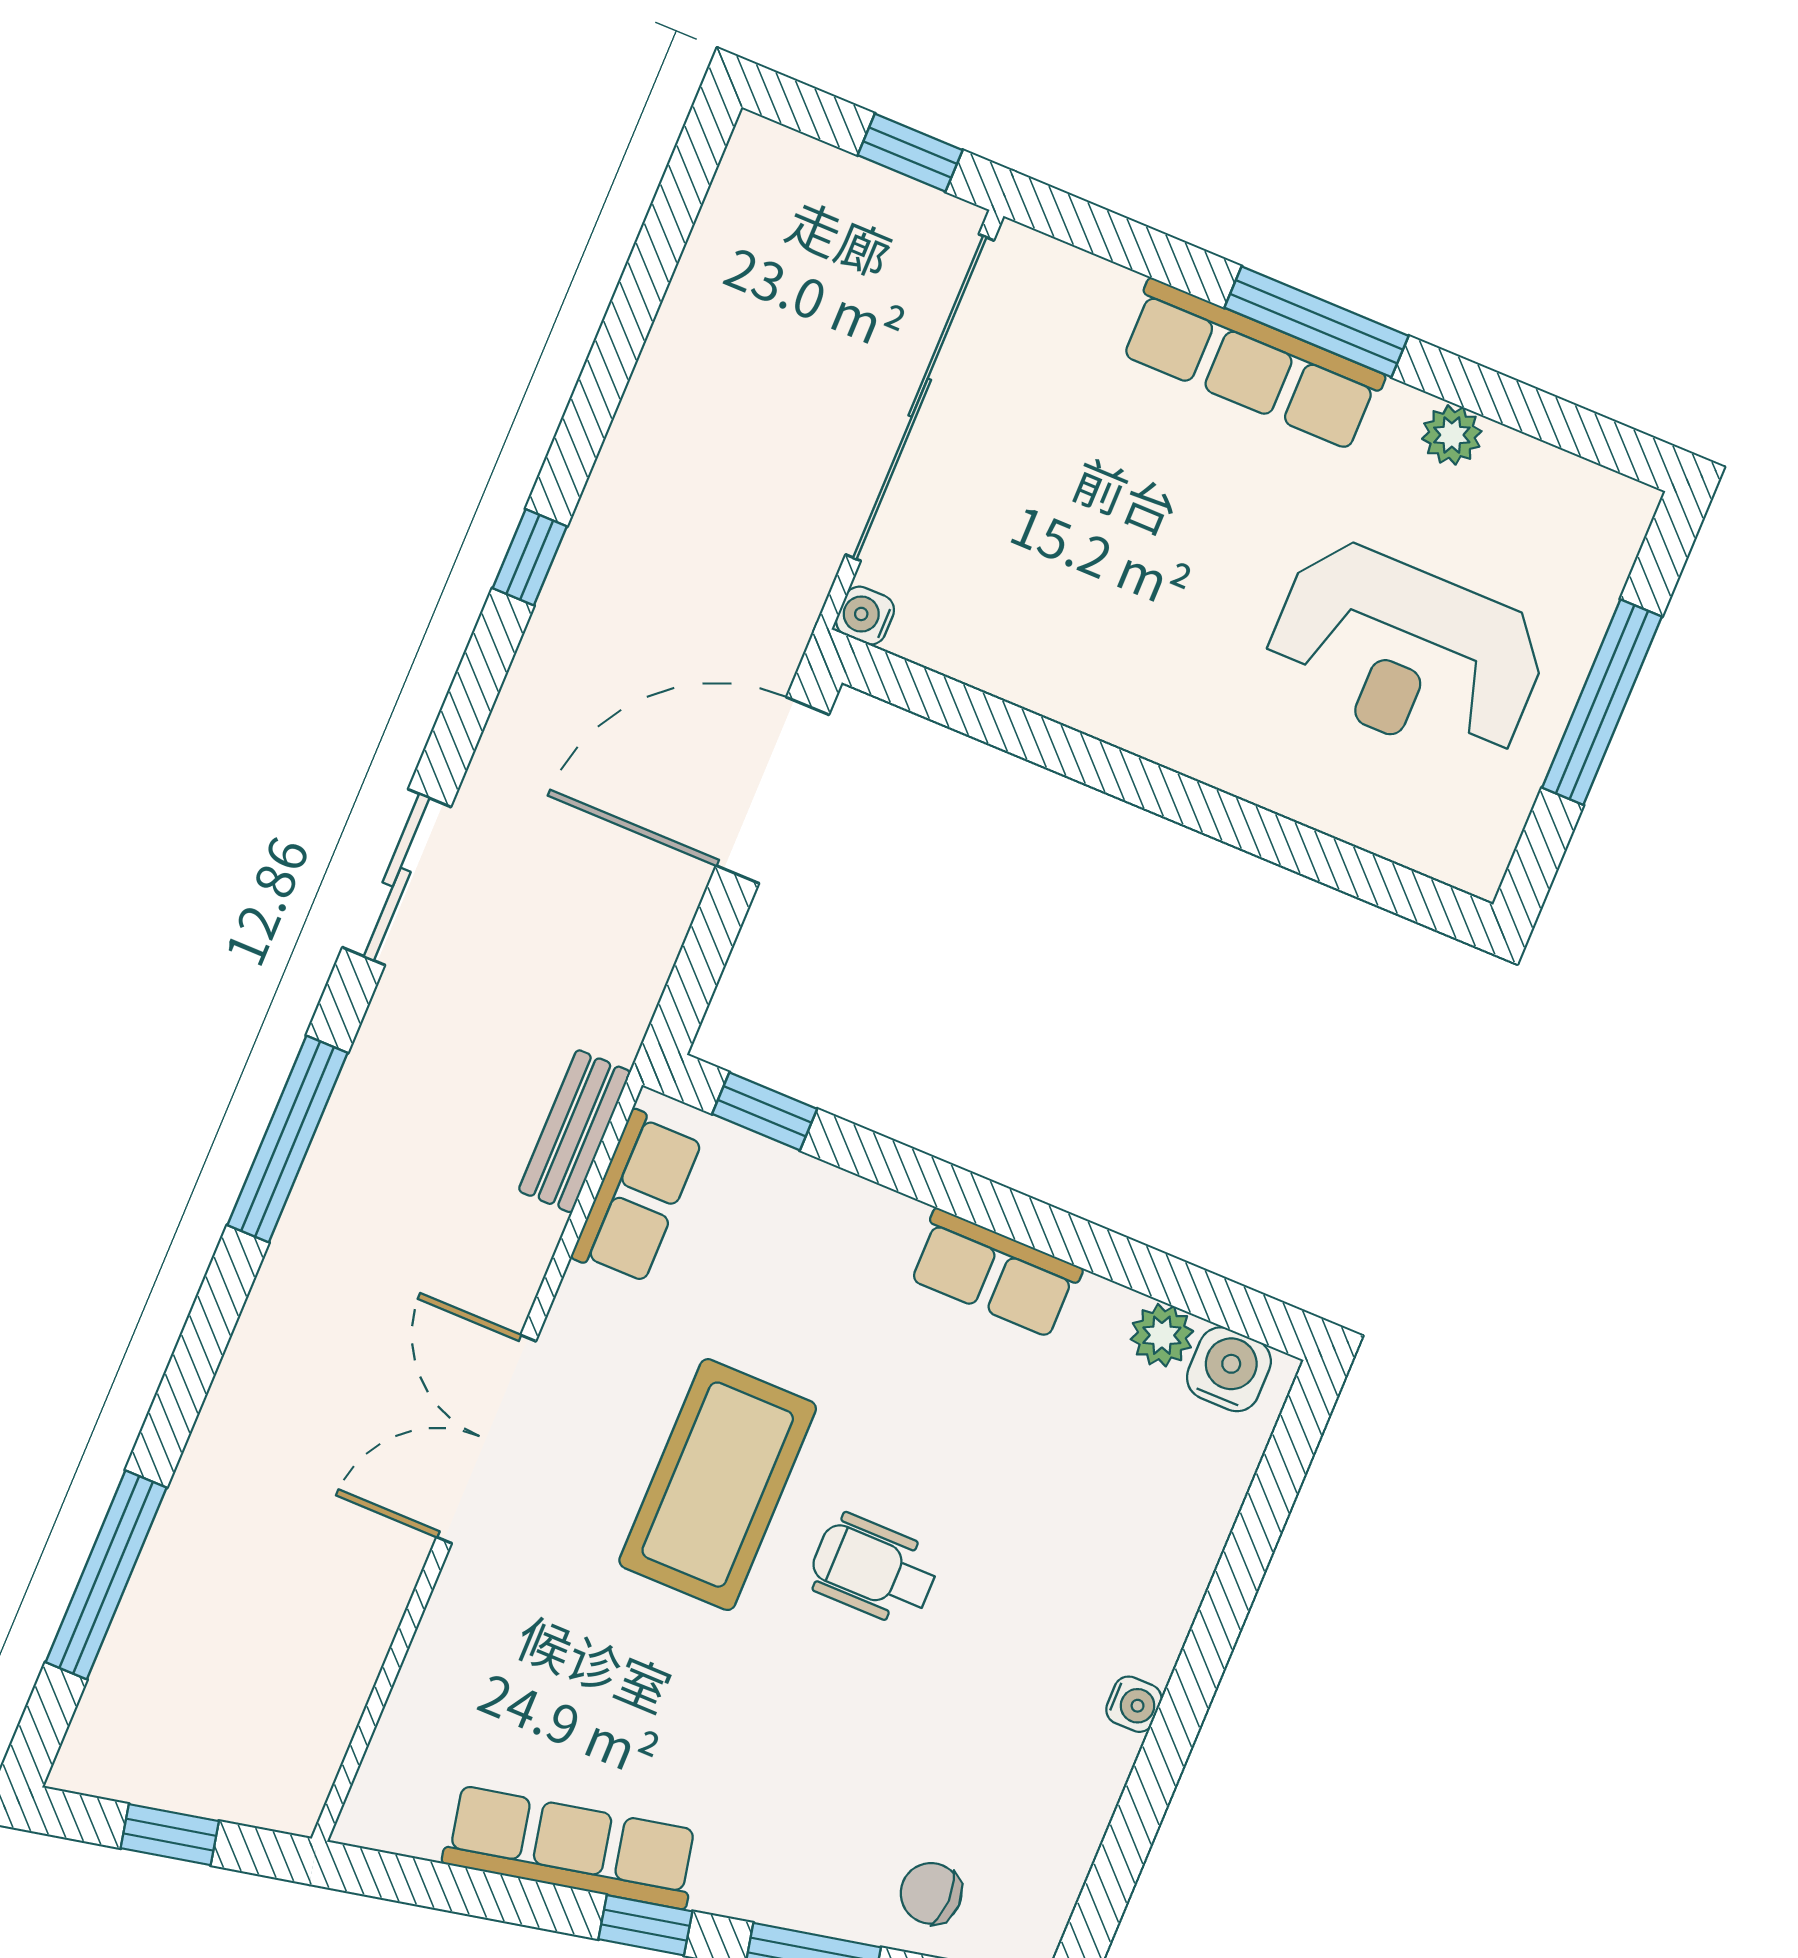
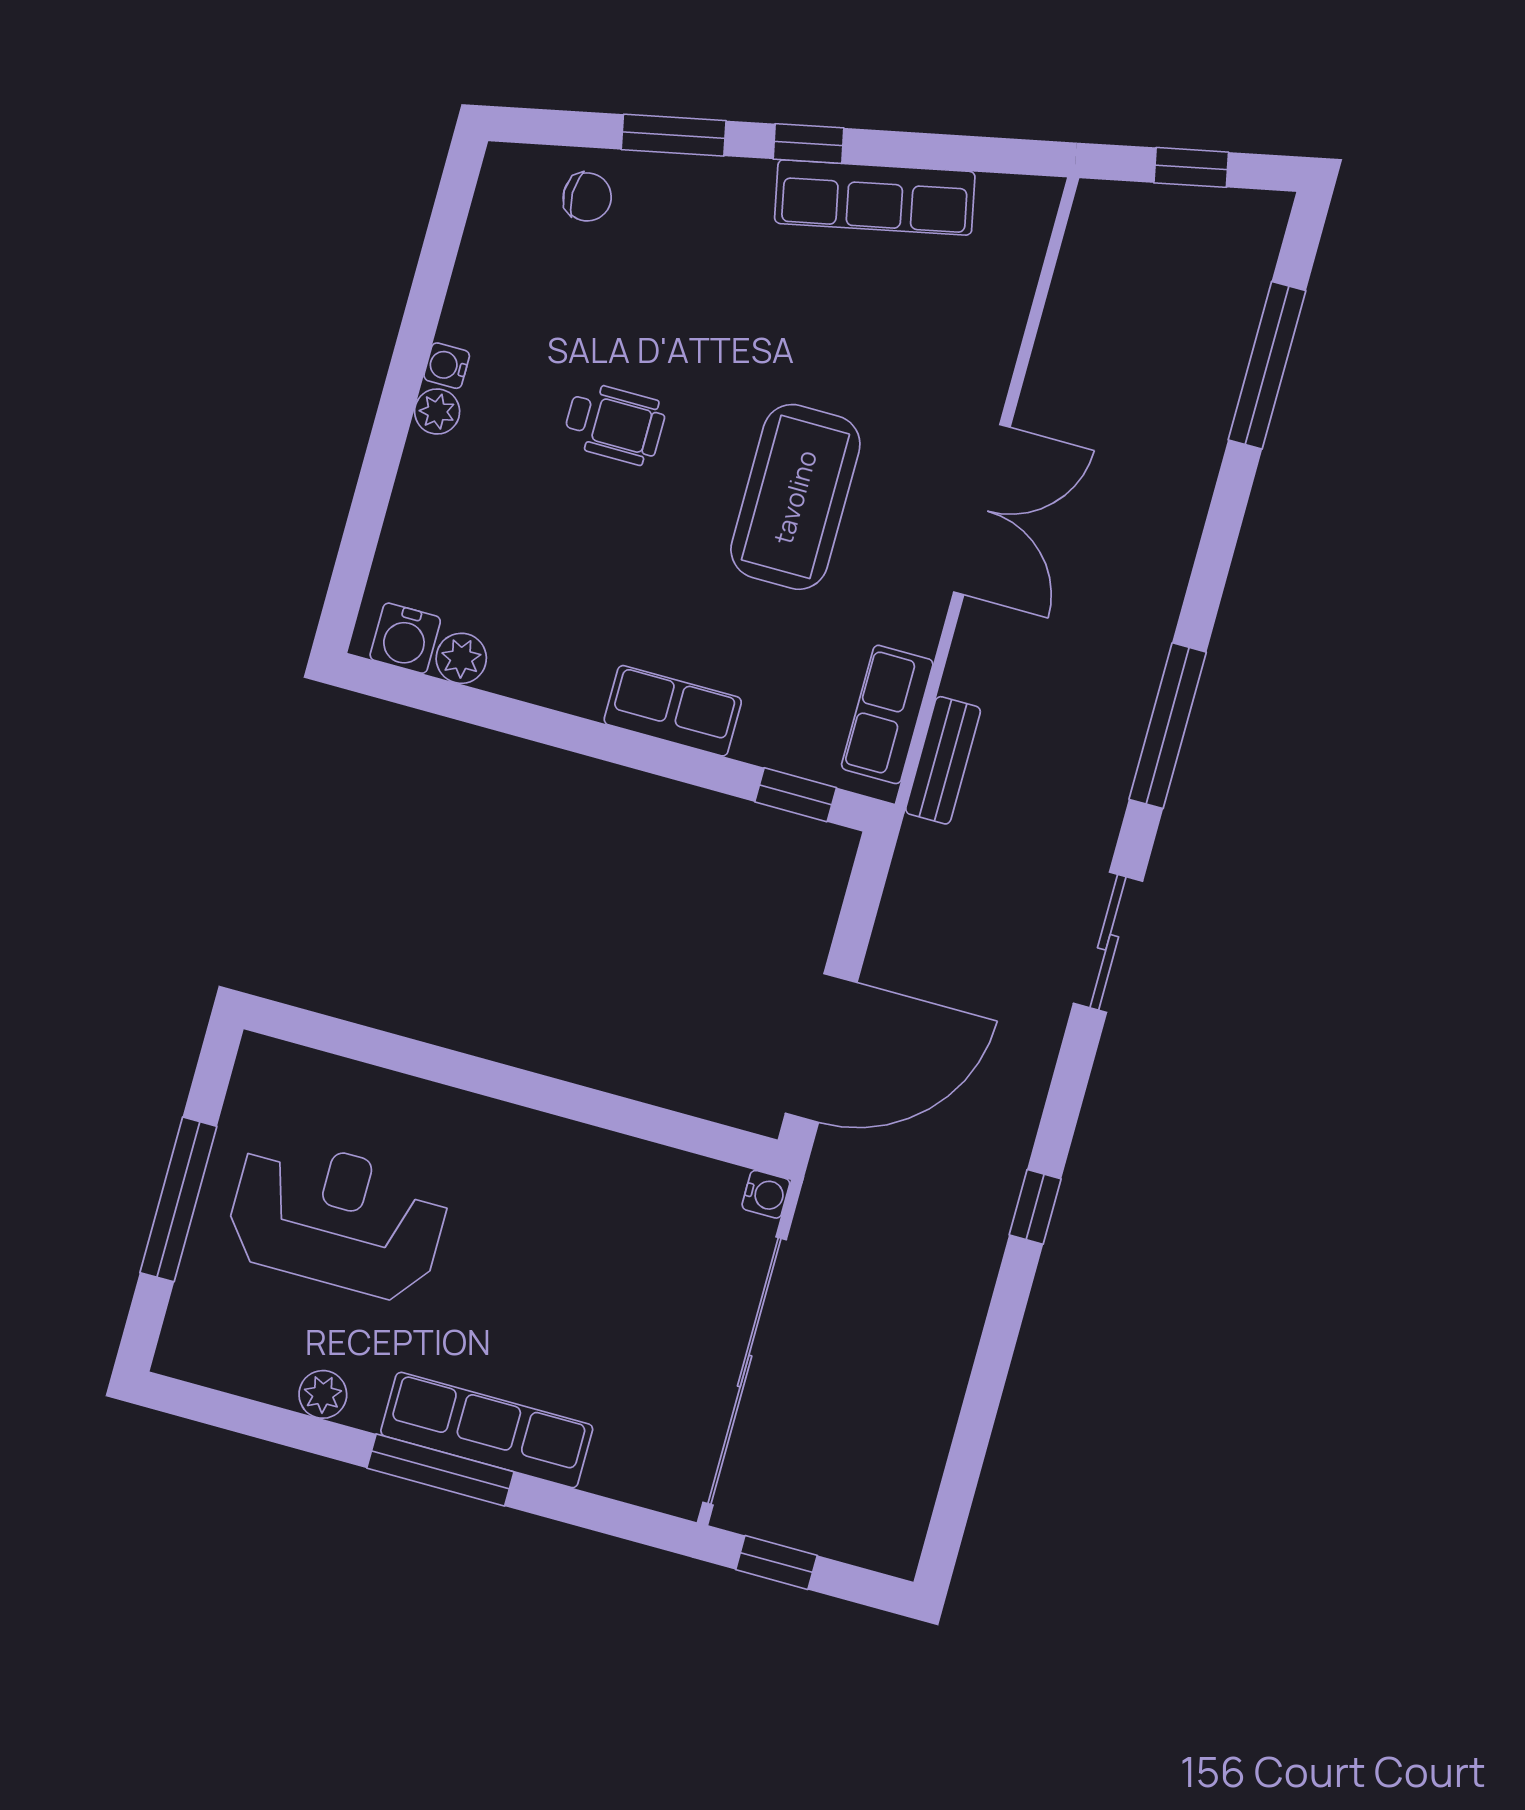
row of seats: (995, 1273) -> (673, 711), moved
wheelchair: (874, 1570) -> (615, 424), moved
plant: (1153, 1648) -> (437, 412), added

